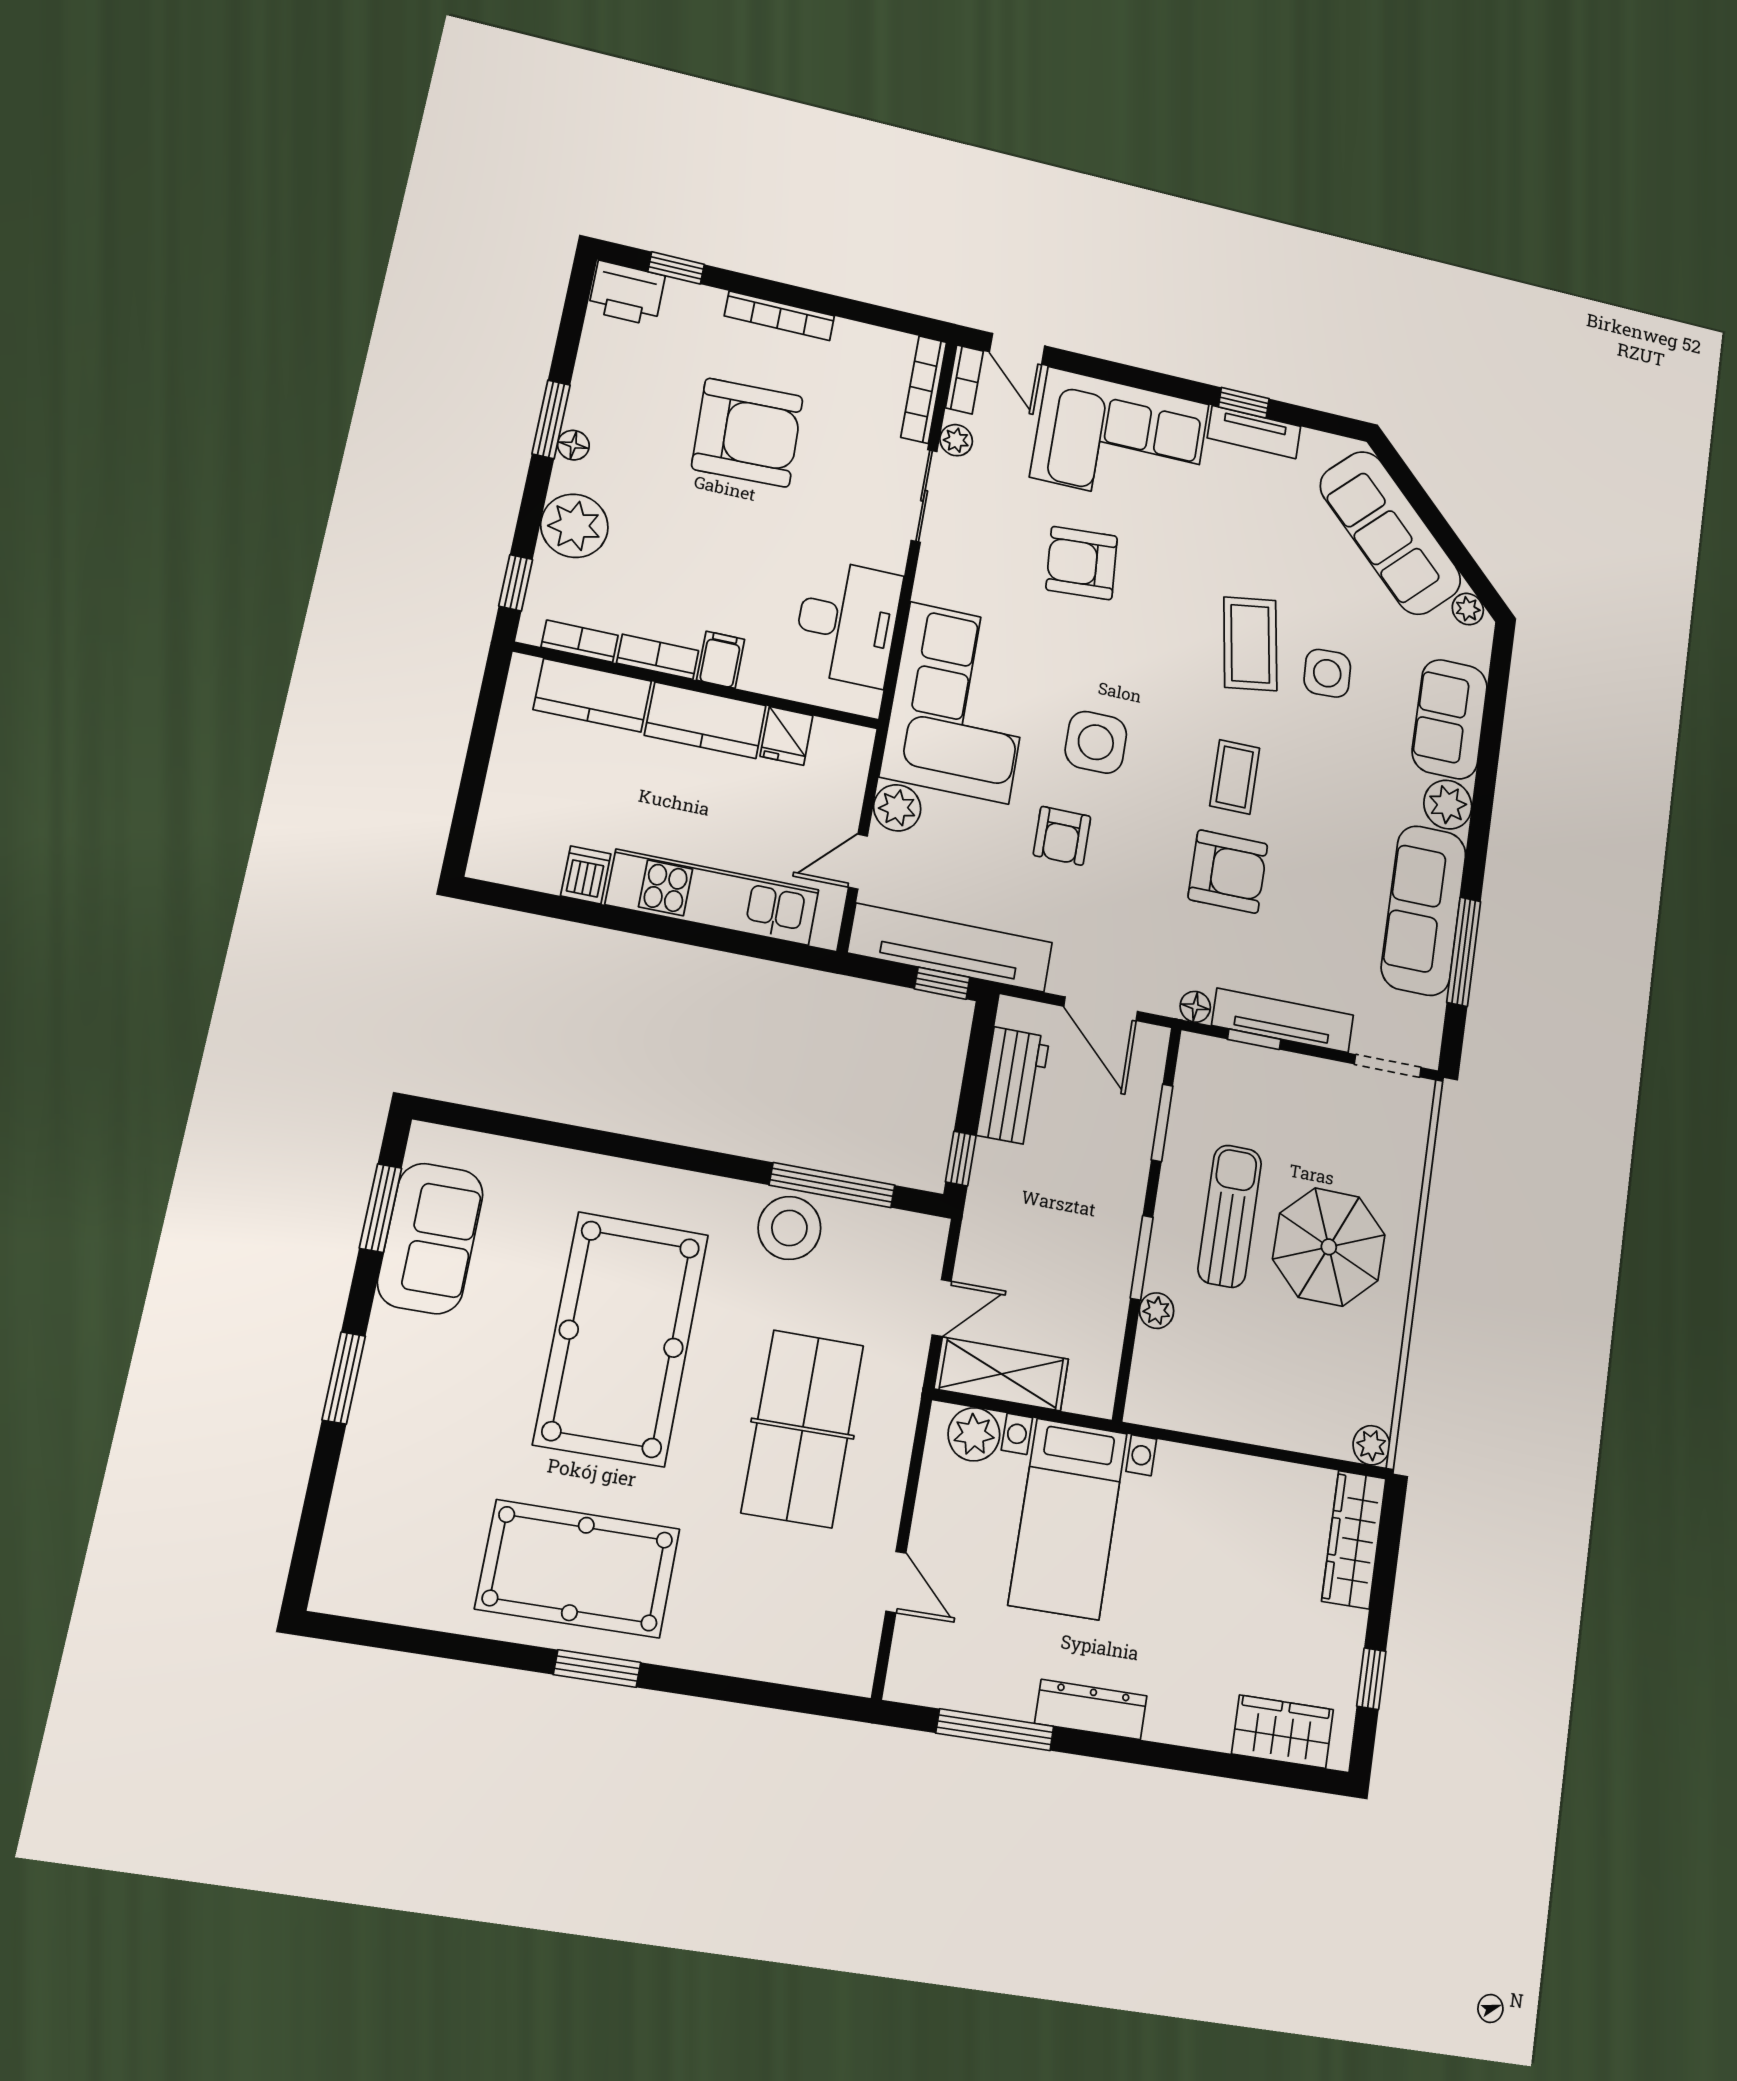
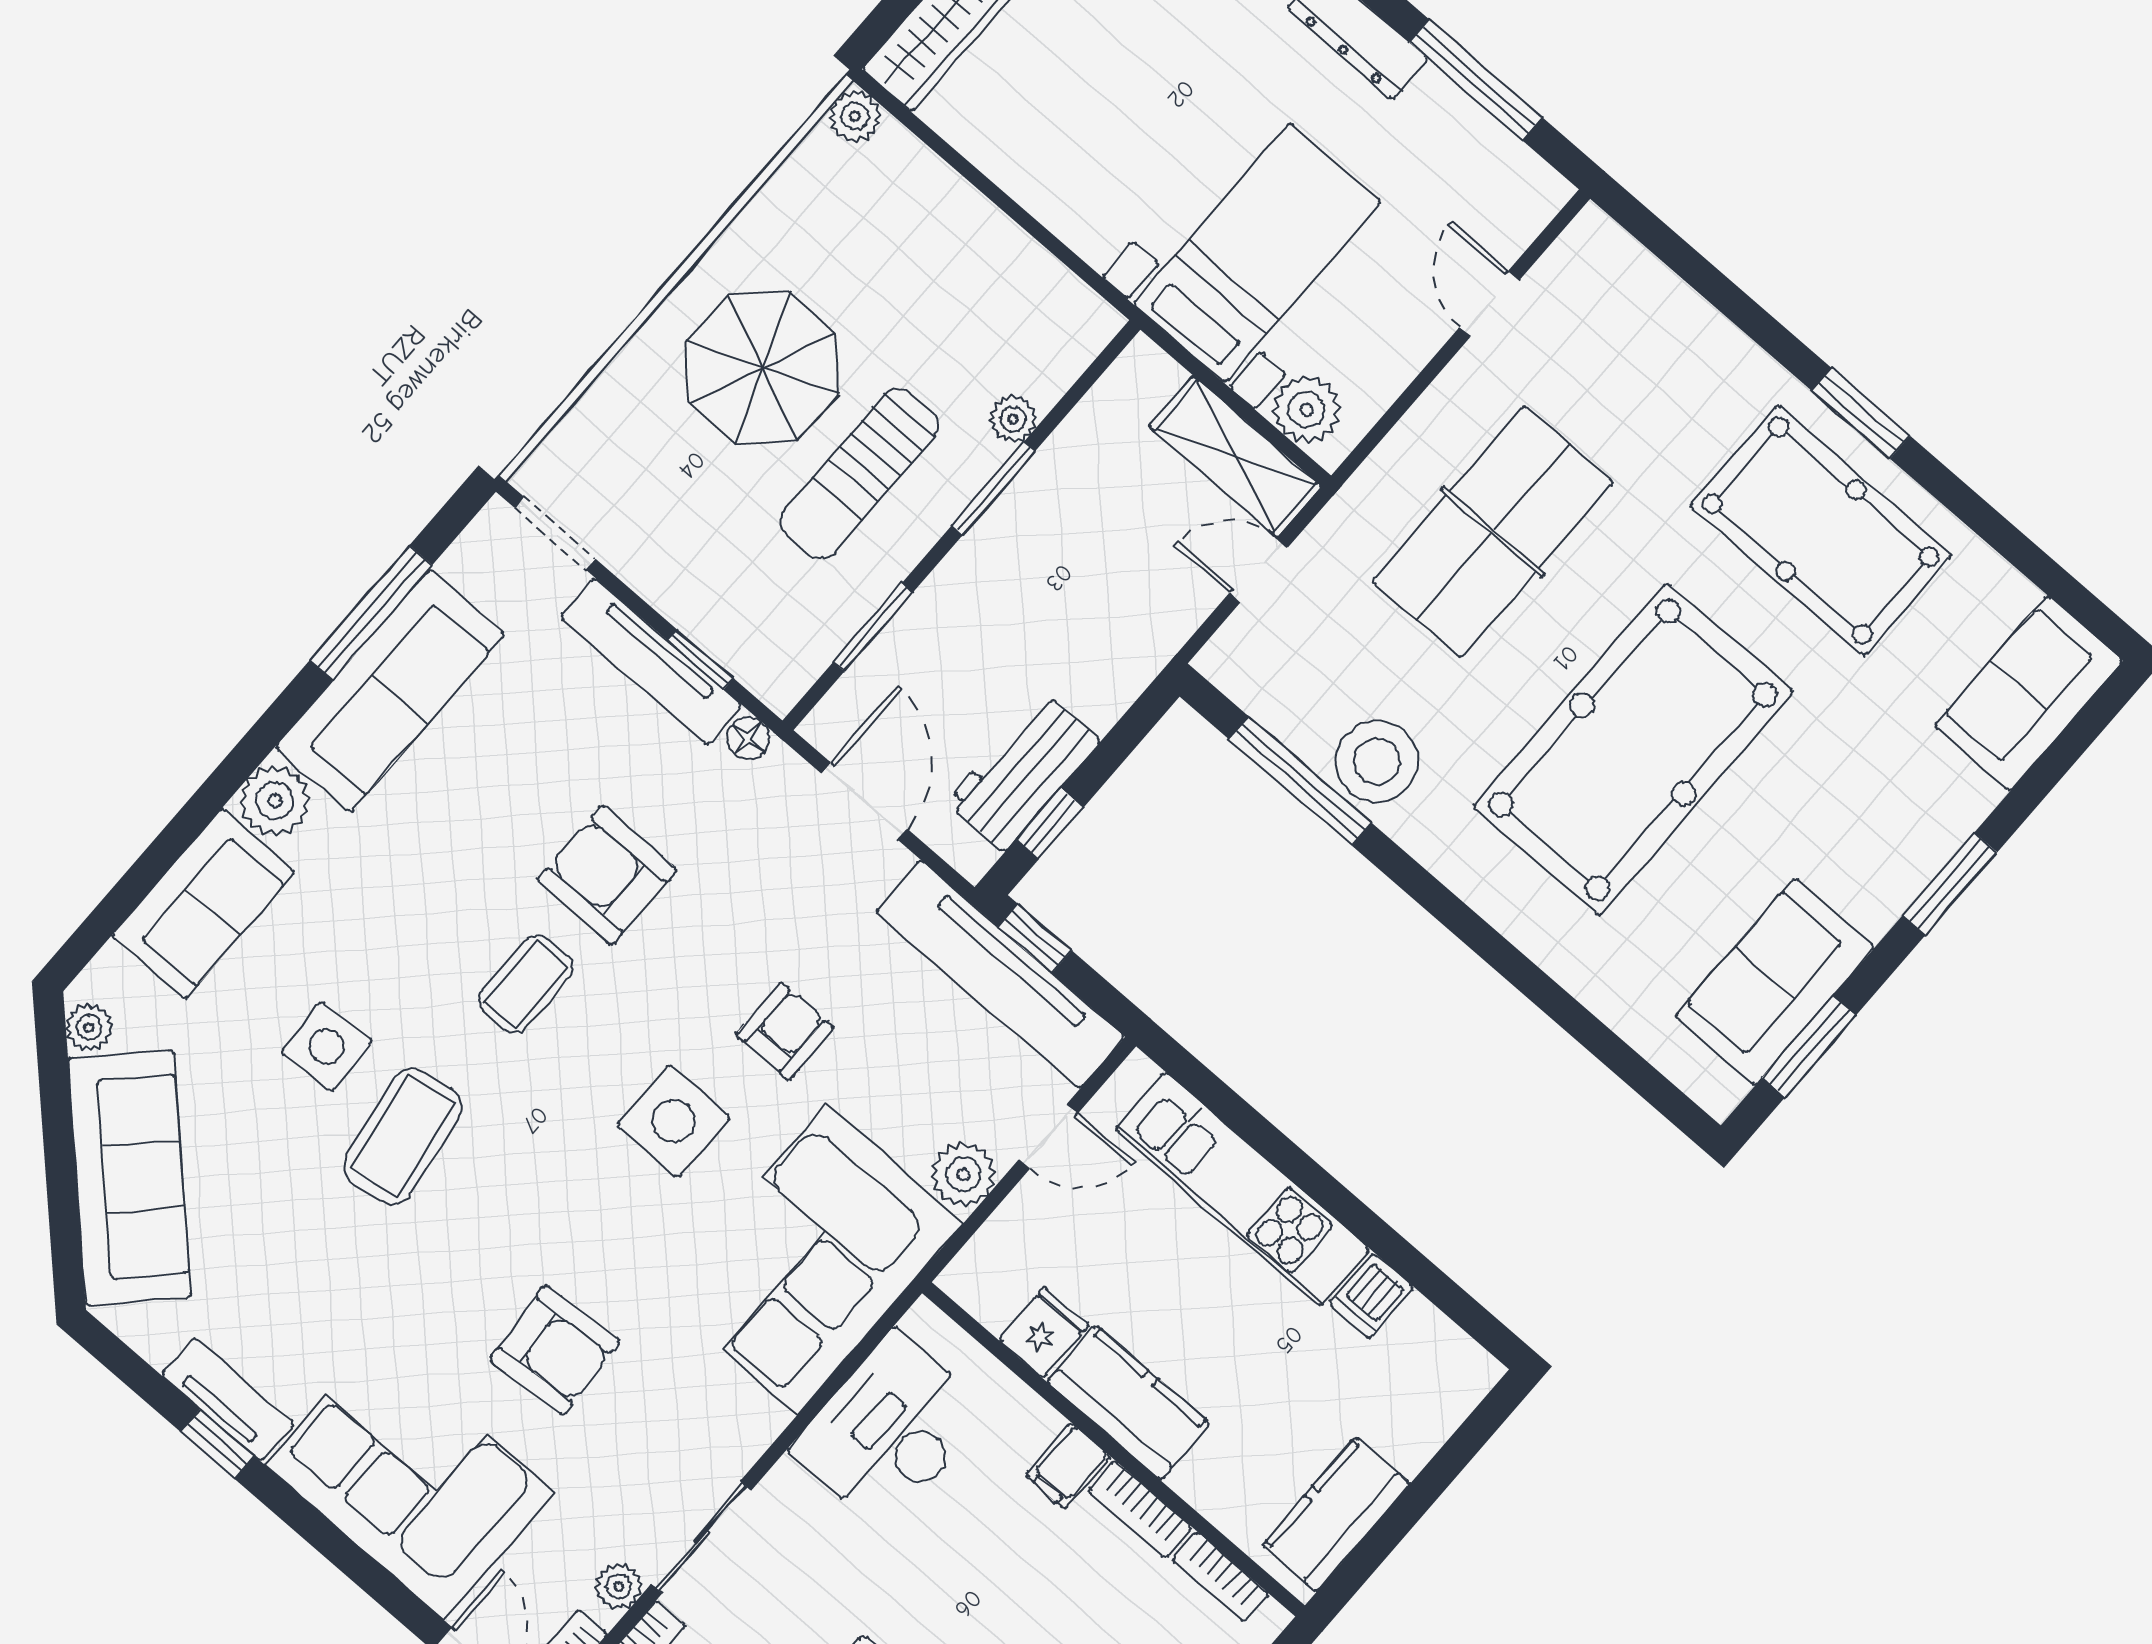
kitchen counter: (592, 695) -> (1336, 1514), moved, turned -90
window: (961, 1159) -> (1050, 823), moved
sofa: (363, 1545) -> (2028, 693), added

